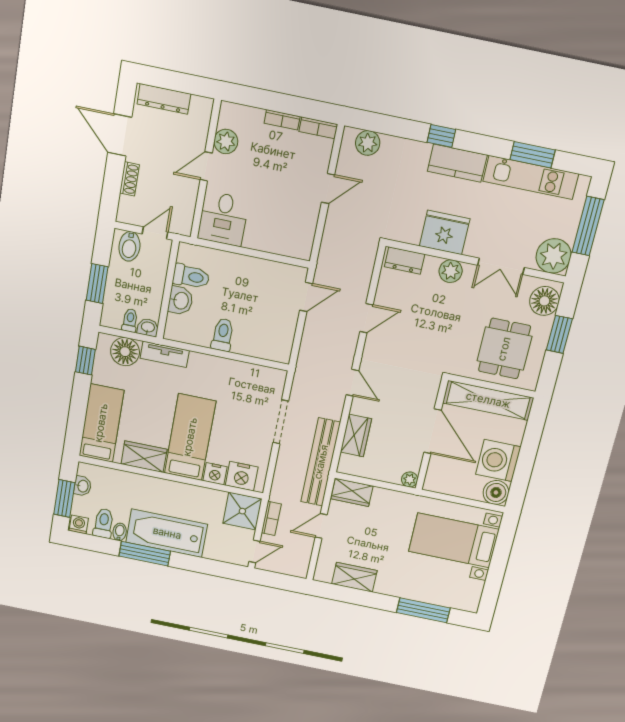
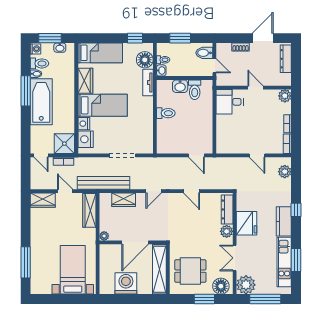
plant: (226, 141) -> (285, 96), moved
dresser: (405, 260) -> (227, 209), width x1.44
wardrobe: (352, 492) -> (89, 210), width x1.50
boiler: (496, 492) -> (107, 287), removed
wardrobe: (354, 577) -> (43, 200), moved, turned 90

